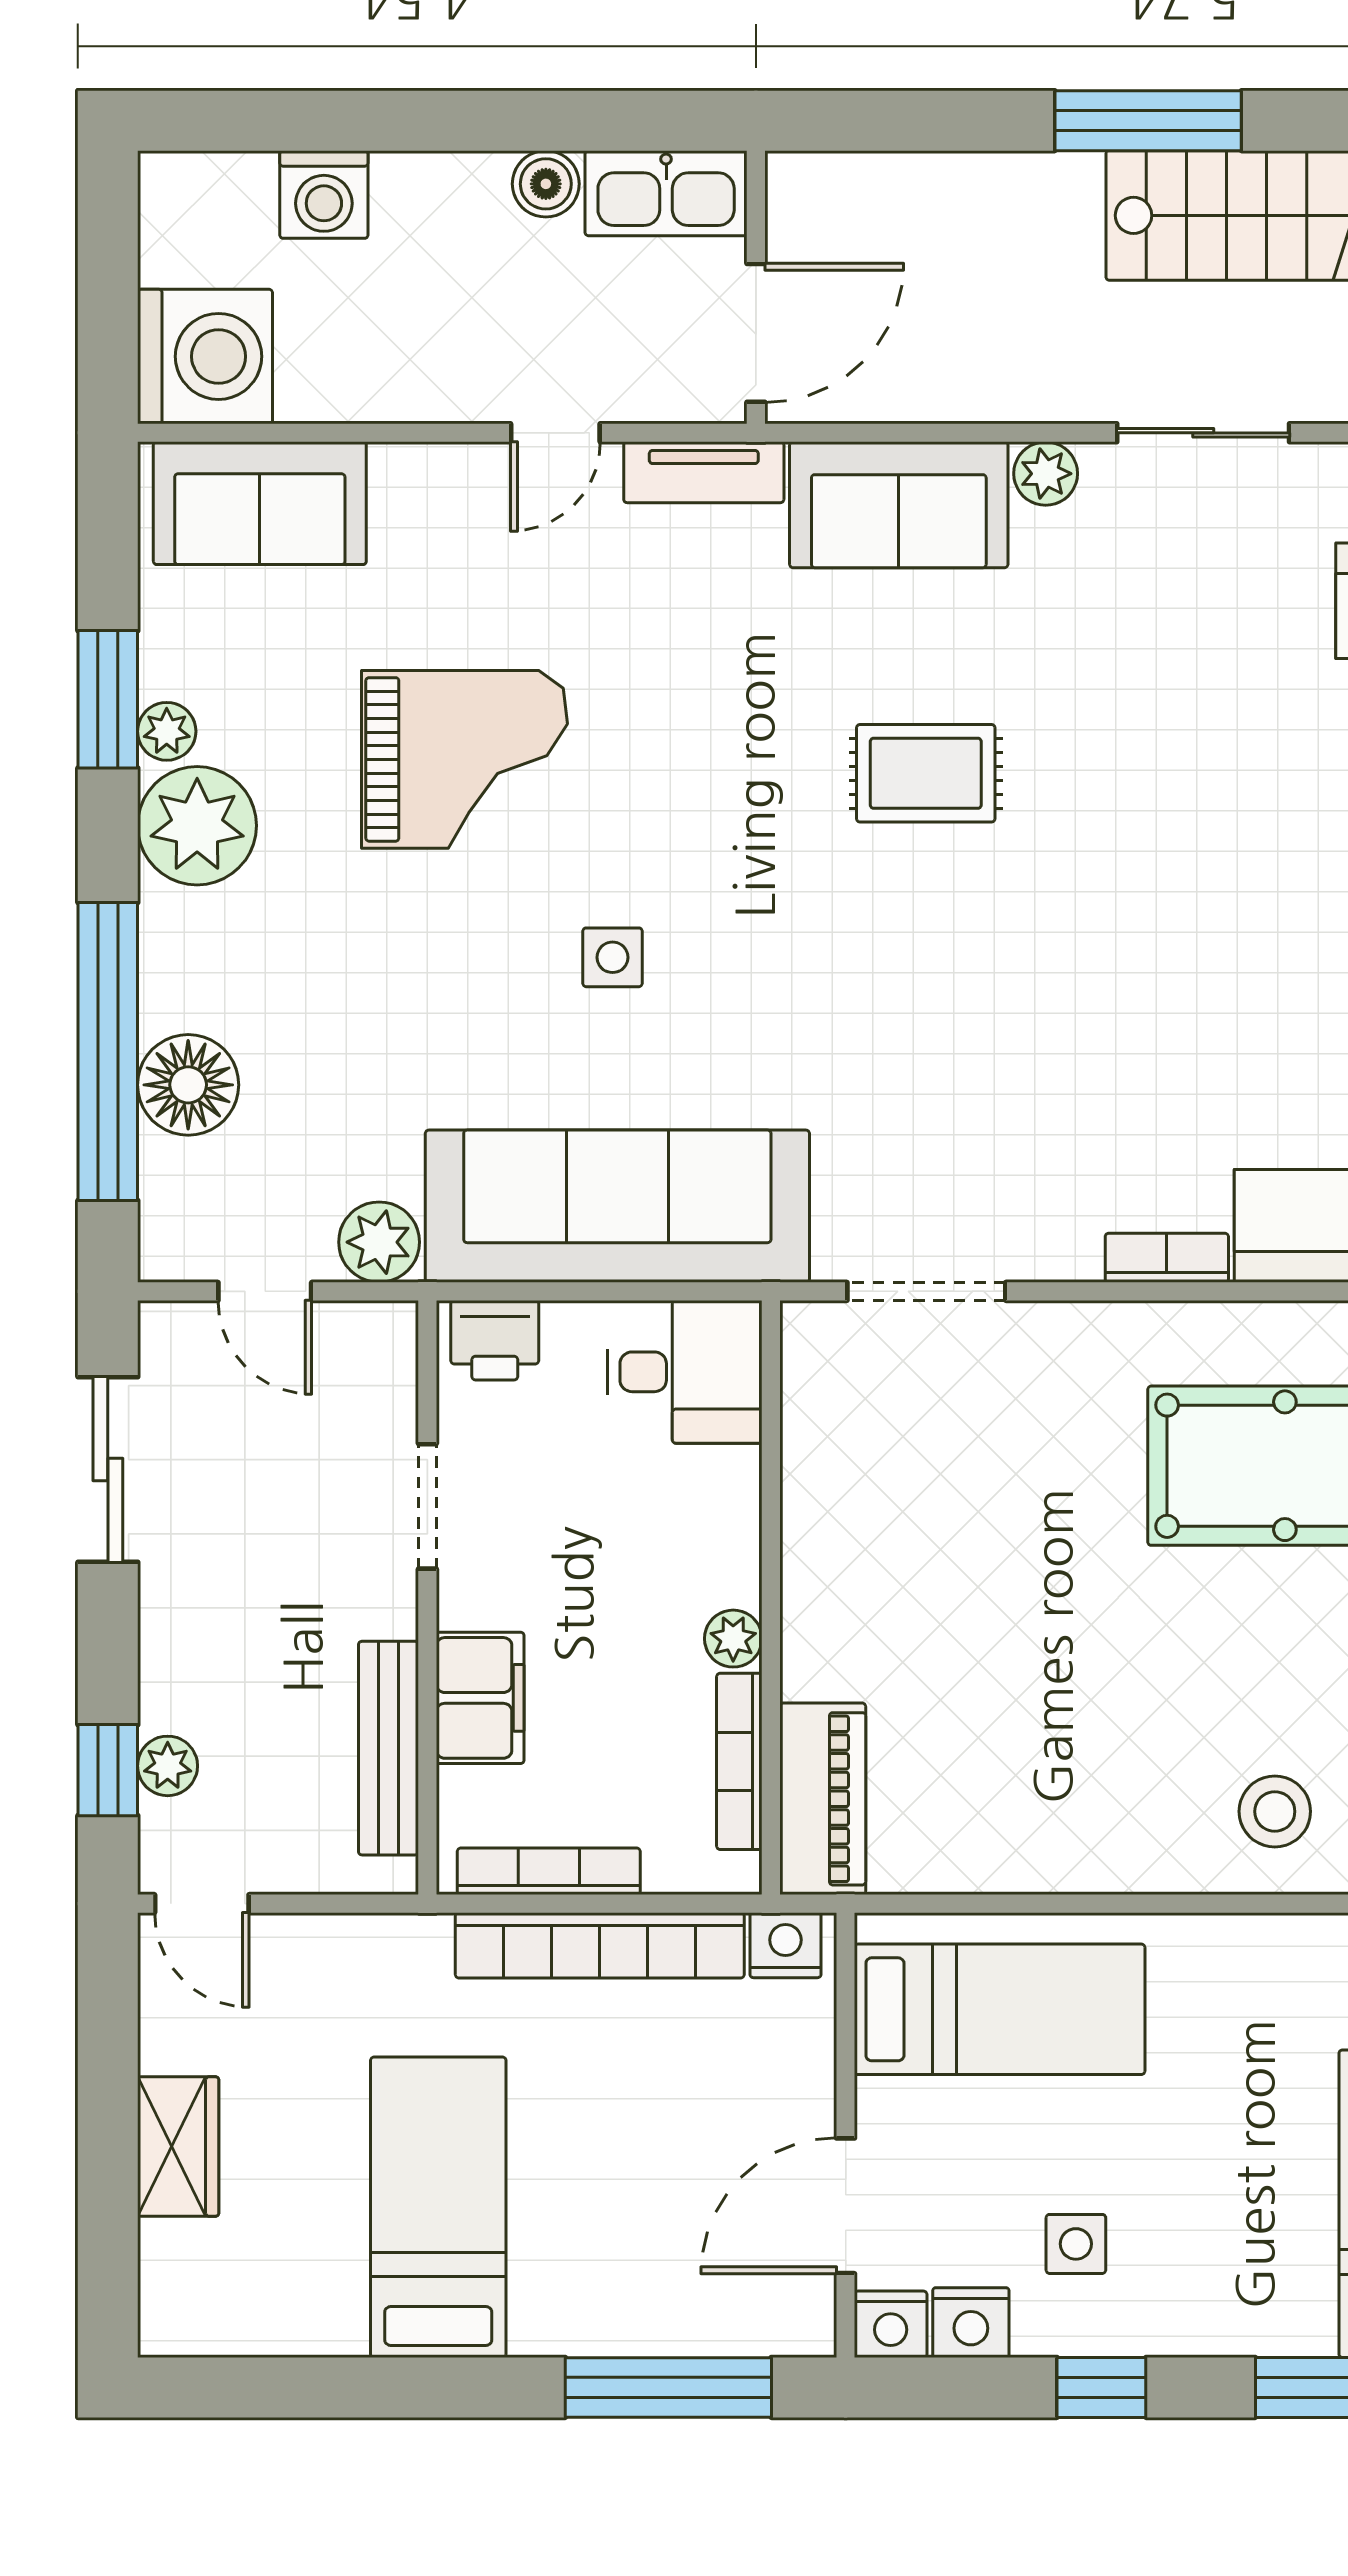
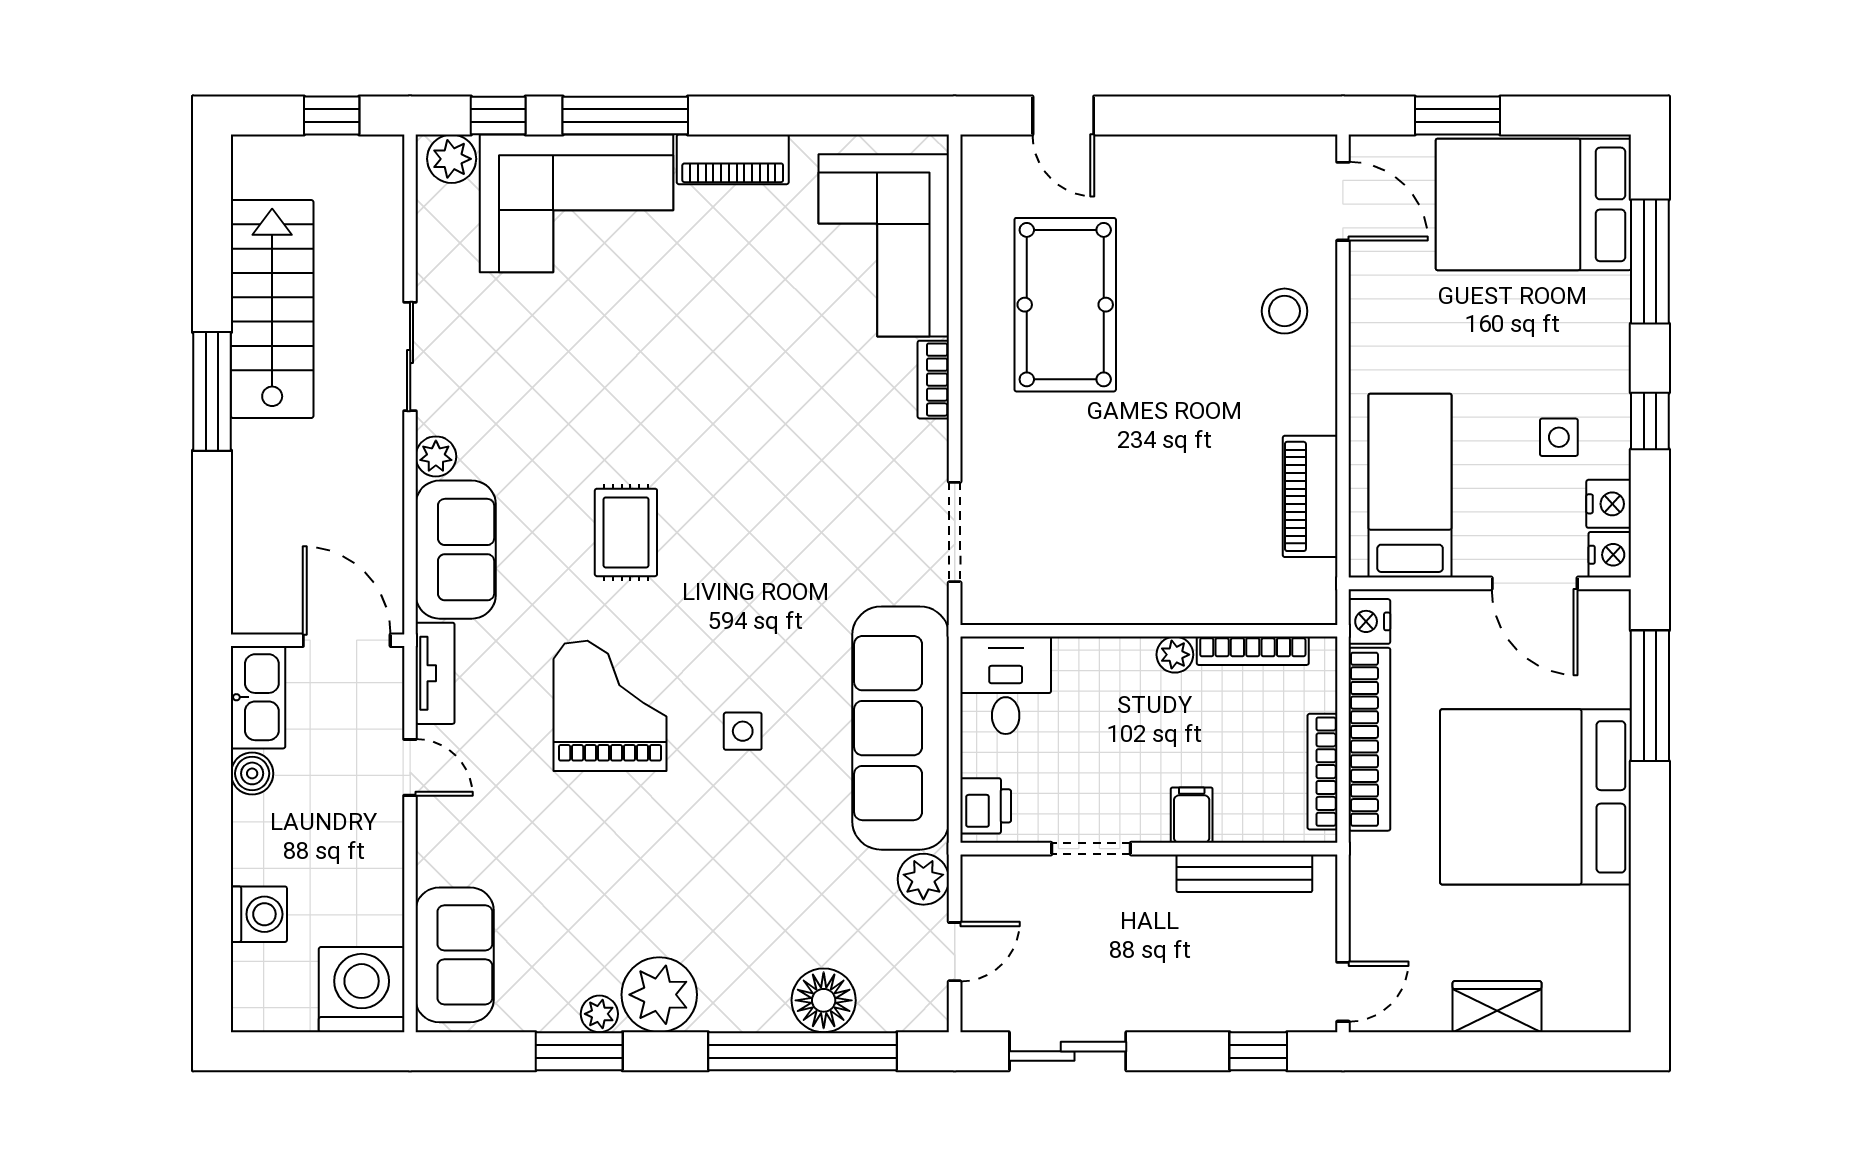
grand piano: (465, 759) -> (610, 706), moved
filing cabinet: (480, 1698) -> (1192, 815), width x0.50
plant: (168, 1766) -> (1256, 1013), removed
piano: (823, 1799) -> (1310, 496), moved, turned -90
bed: (438, 2207) -> (1536, 797), width x2.04

